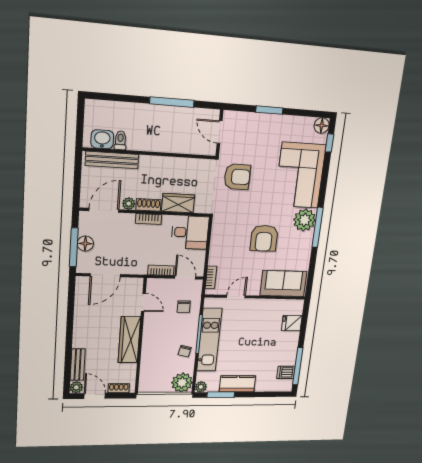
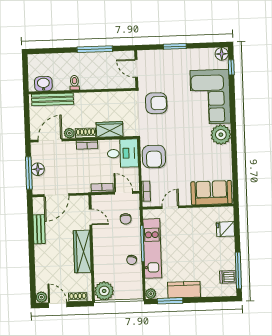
toilet: (120, 140) -> (75, 83), moved
window: (318, 227) -> (234, 140), removed
armchair: (264, 238) -> (154, 157), moved
bench: (78, 365) -> (39, 229), moved
plant: (182, 383) -> (104, 291), moved

